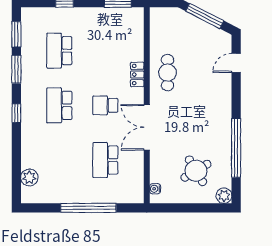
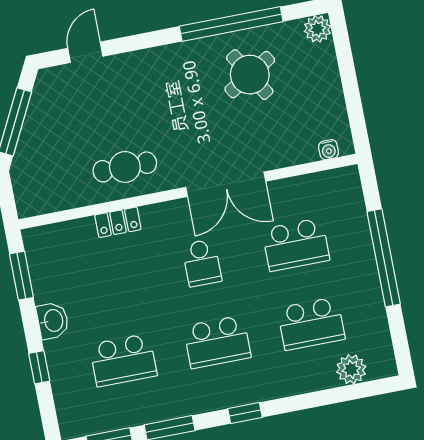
washbasin: (89, 15) -> (53, 321), added
door: (236, 63) -> (85, 52), swing flipped
locker: (137, 75) -> (118, 222), moved
school desk: (59, 160) -> (311, 324), added
round table: (196, 171) -> (250, 75), moved

